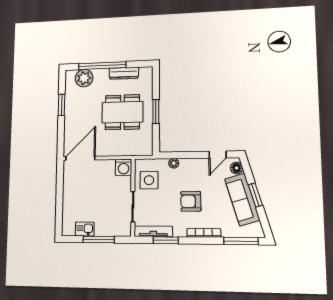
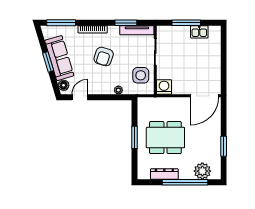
armchair: (191, 201) -> (104, 57), turned 109

